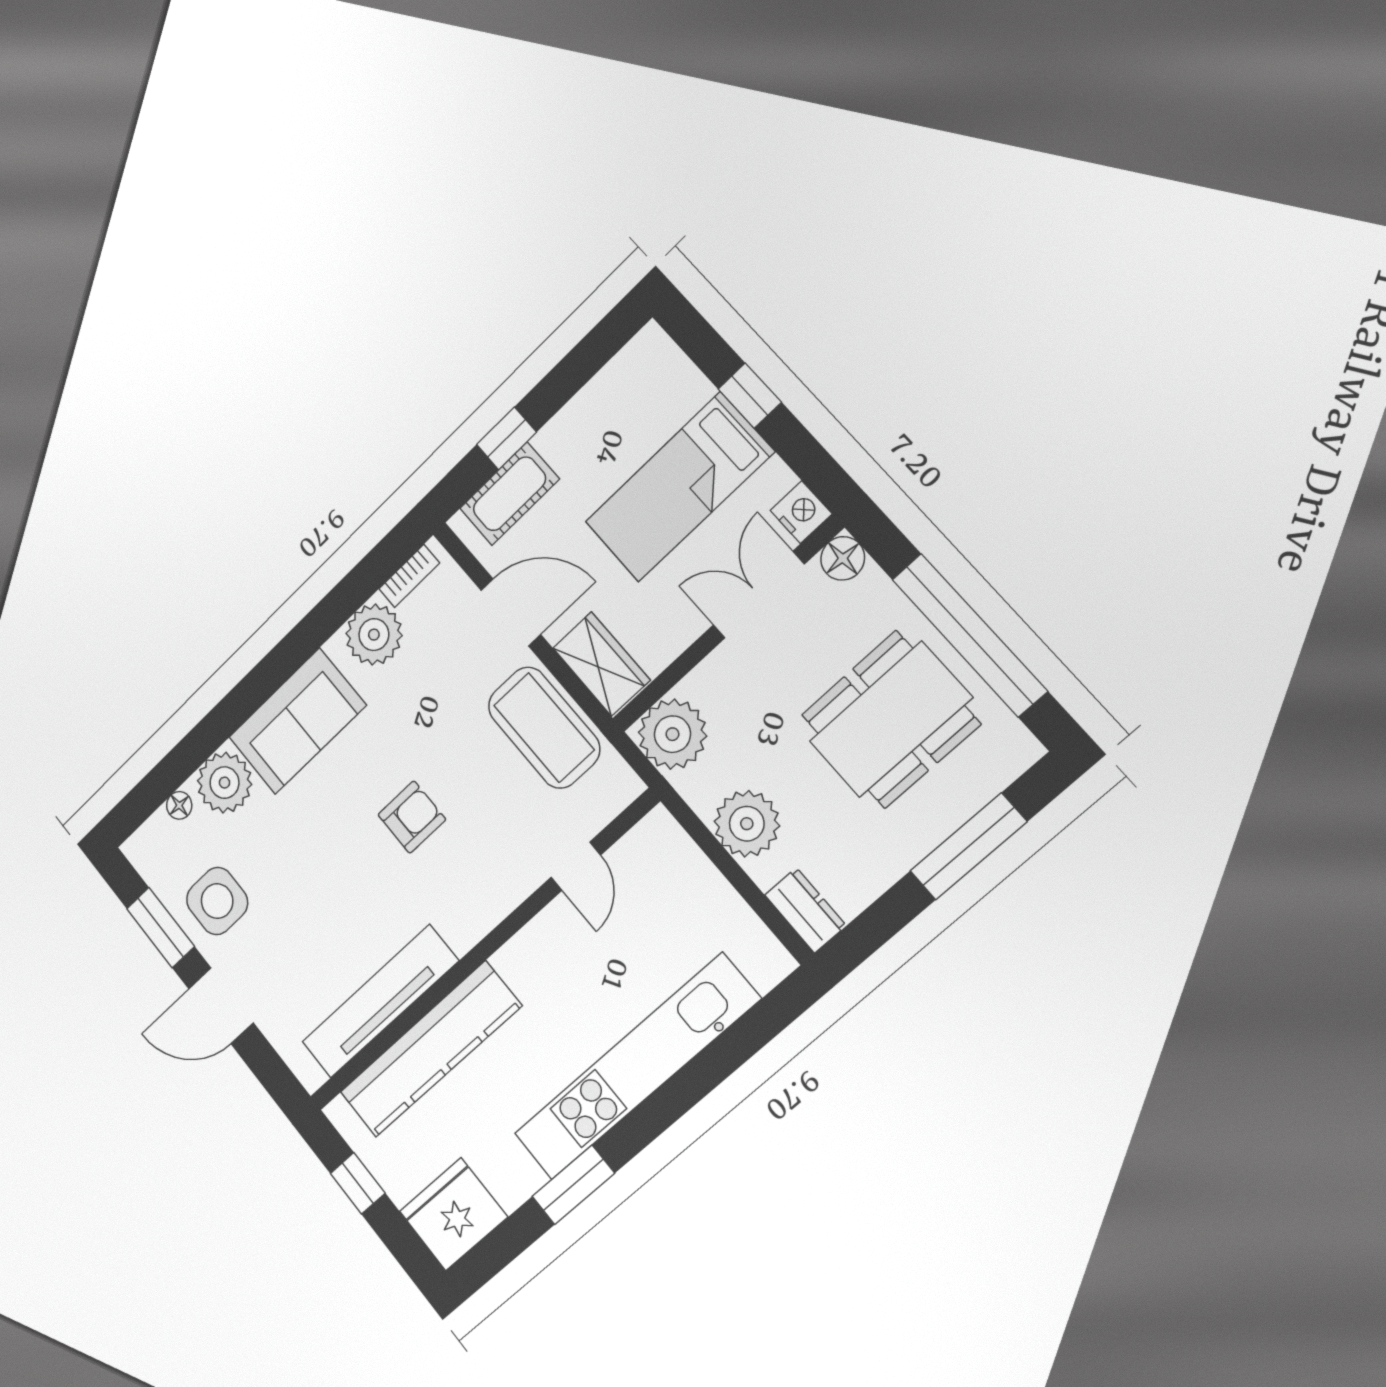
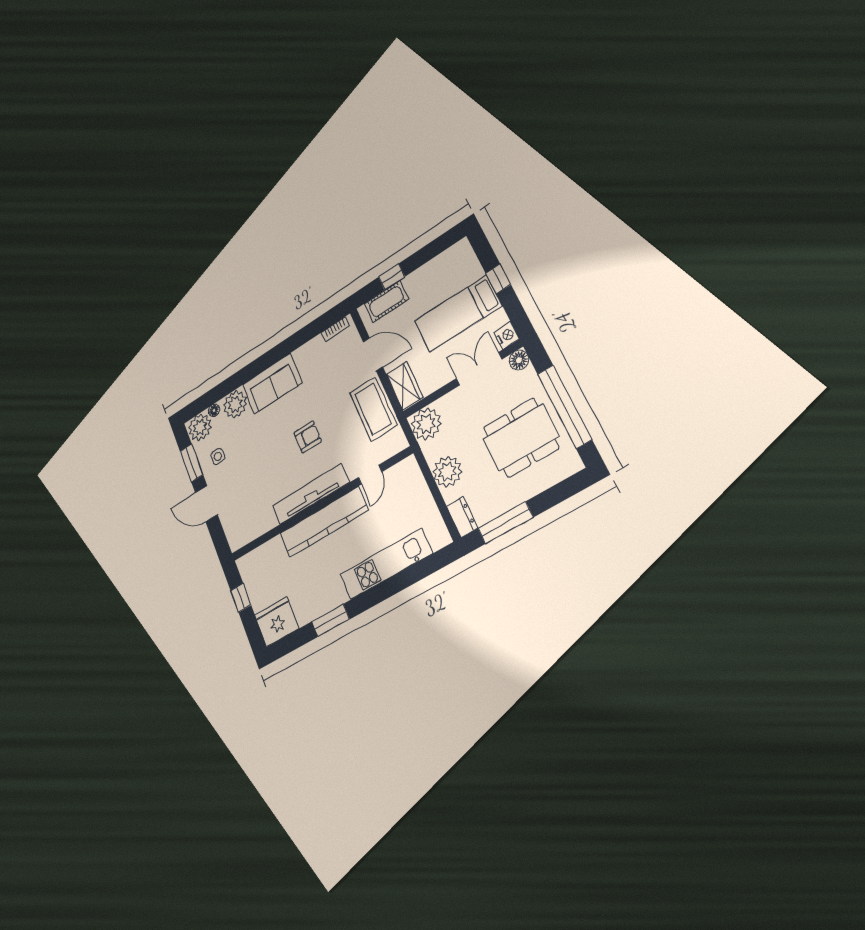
plant: (374, 635) -> (200, 427), moved
window: (968, 846) -> (505, 523), moved
side table: (217, 901) -> (218, 456), width x0.54, depth x0.54
tv unit: (380, 1002) -> (310, 494), moved
kitchen counter: (430, 1049) -> (324, 522), moved
kitchen unit: (636, 1067) -> (386, 564), width x0.73

